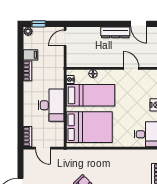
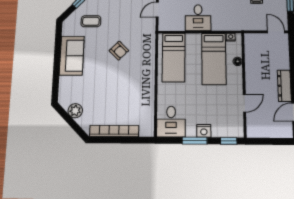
desk: (51, 105) -> (198, 18), width x0.73
bed: (89, 127) -> (174, 58), width x0.67

